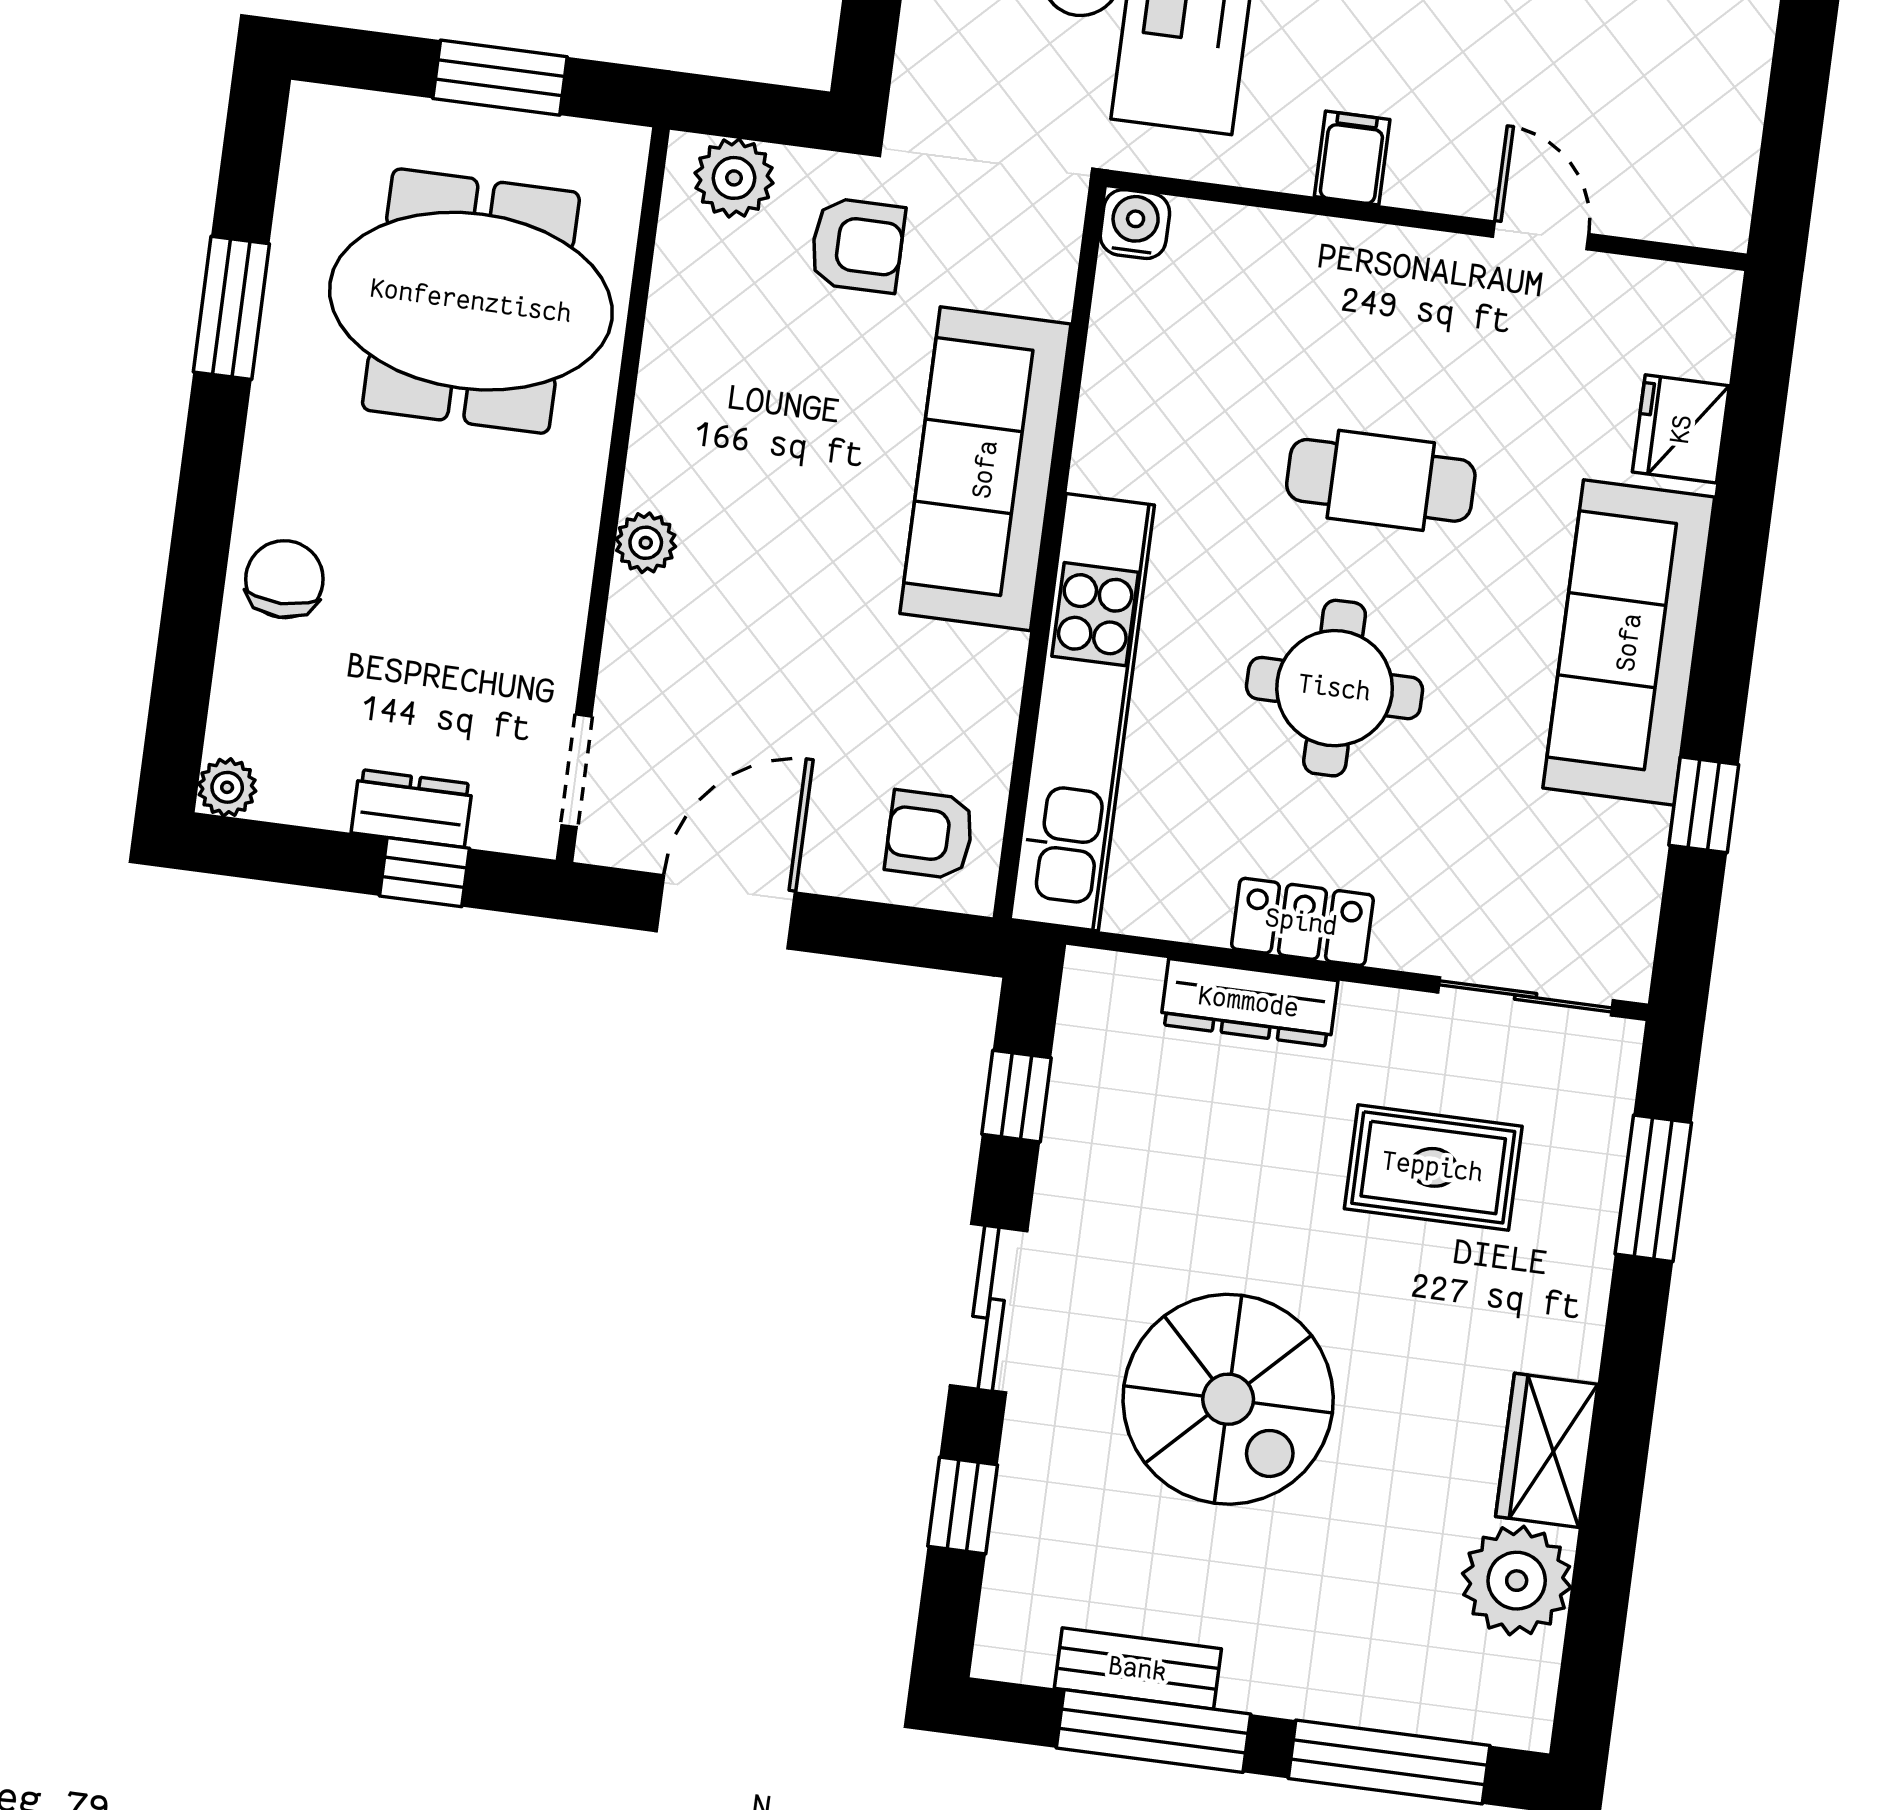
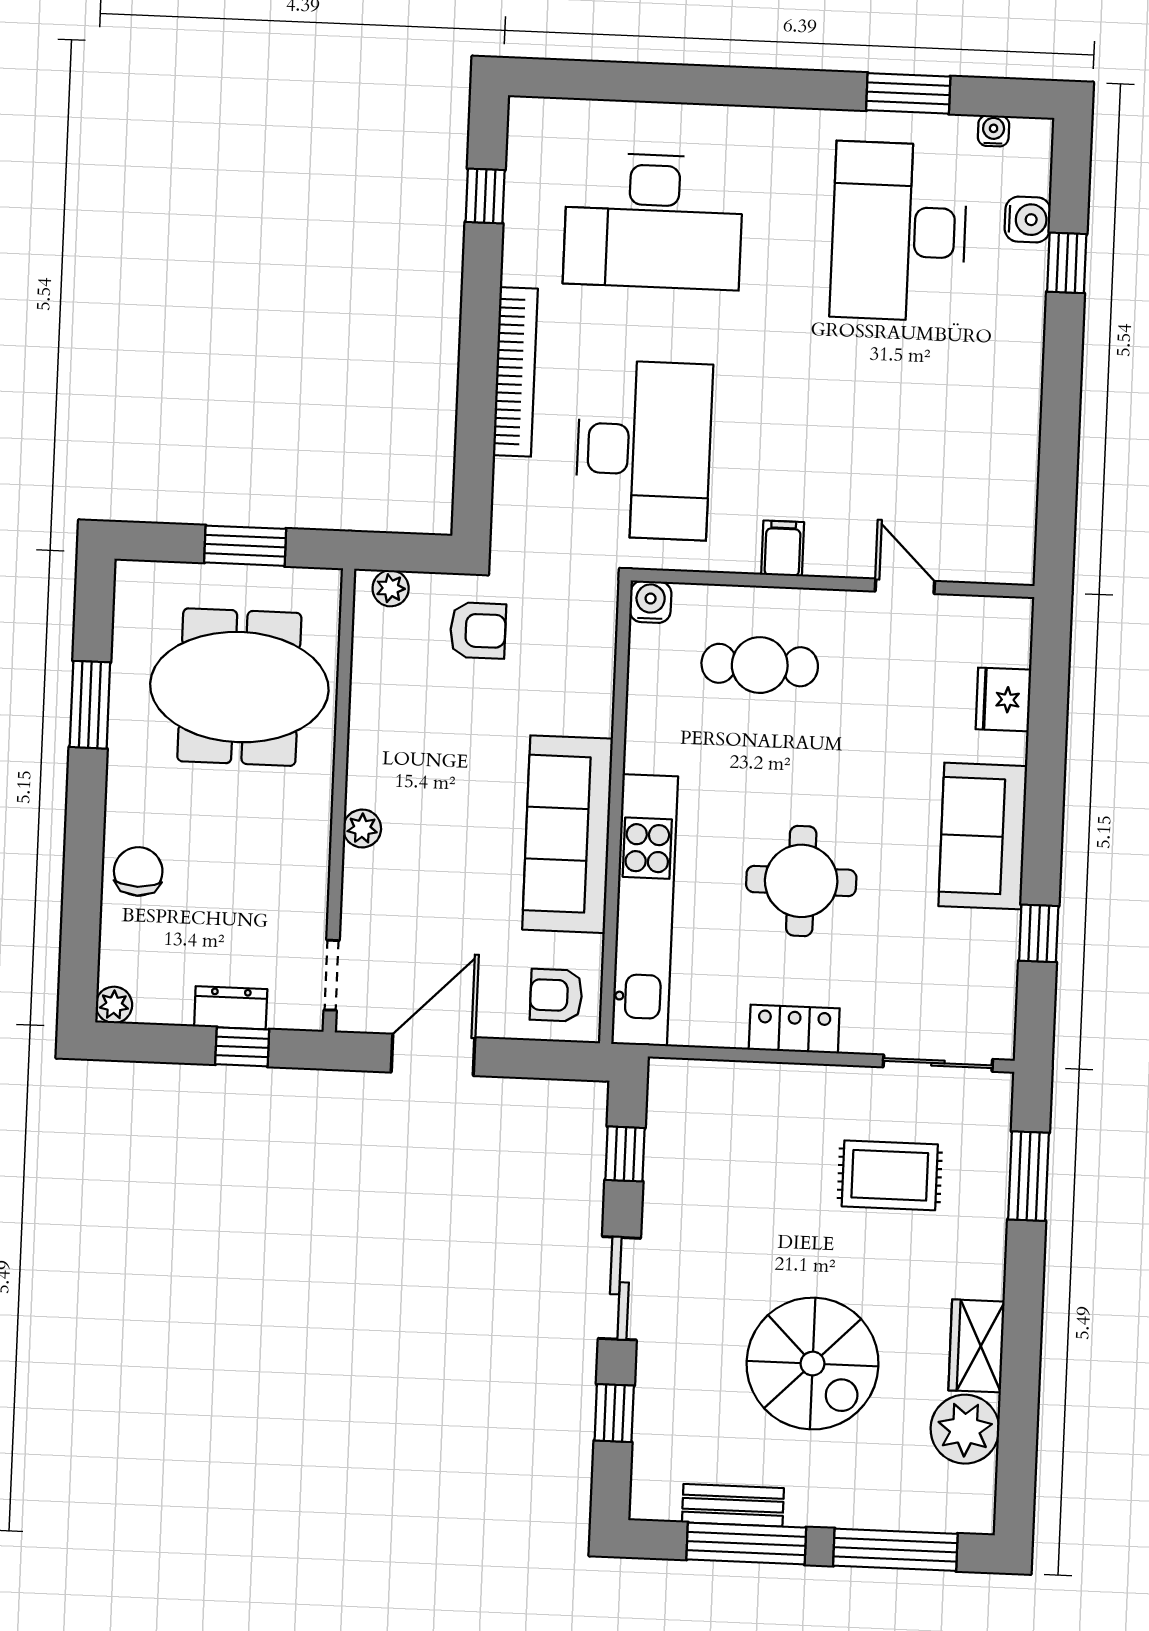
plant: (734, 178) -> (391, 588), width x0.73, depth x0.73
sofa: (985, 469) -> (568, 834), moved
cafe table: (1381, 480) -> (760, 665), moved
sofa: (1629, 642) -> (983, 836), width x0.73
dresser: (1249, 1002) -> (765, 1082), removed
spiral stairs: (1228, 1399) -> (813, 1364), moved

